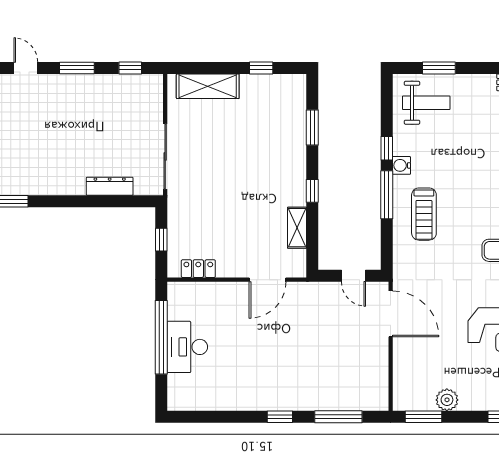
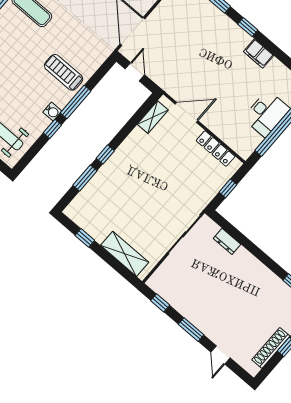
dresser: (110, 186) -> (227, 241), width x0.70
window: (312, 191) -> (105, 155), moved
treadmill: (424, 214) -> (64, 72), turned -90
shelving: (297, 228) -> (153, 117), moved
locker: (198, 269) -> (216, 149), width x1.53
filing cabinet: (246, 400) -> (259, 54), added

